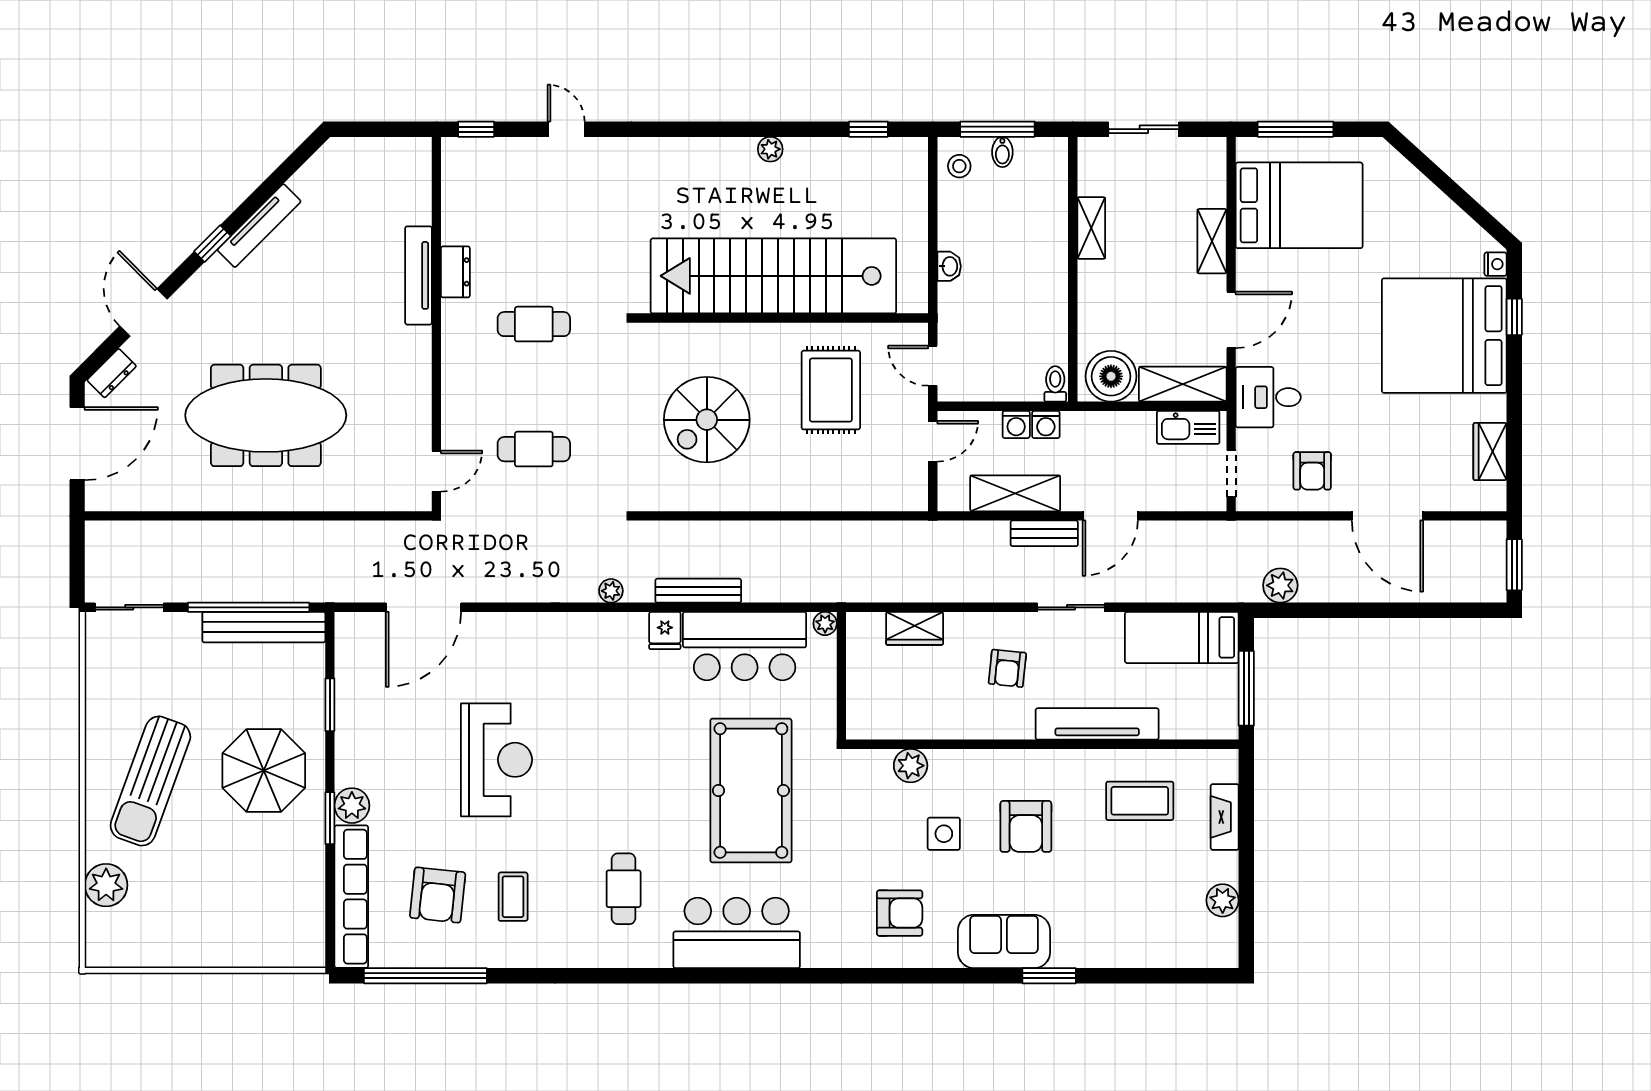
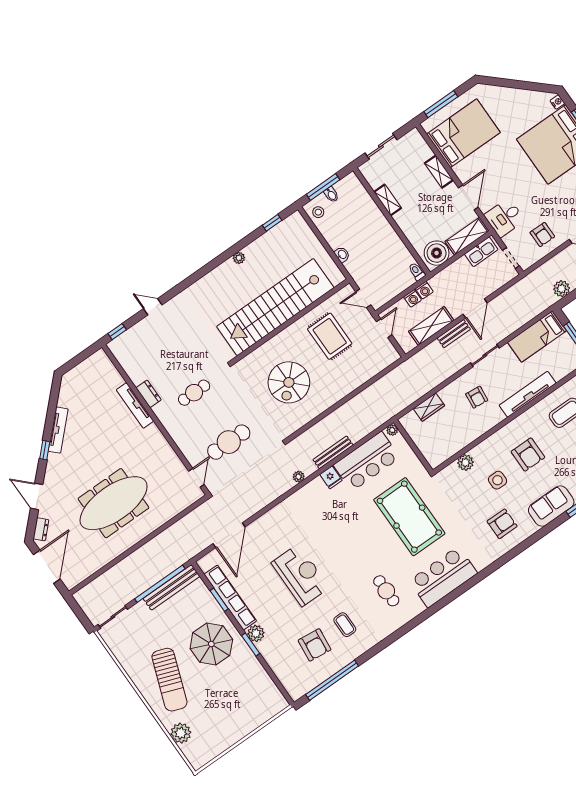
cafe table: (534, 449) -> (229, 442), width x1.37, depth x1.35
row of seats: (351, 897) -> (230, 598), moved

